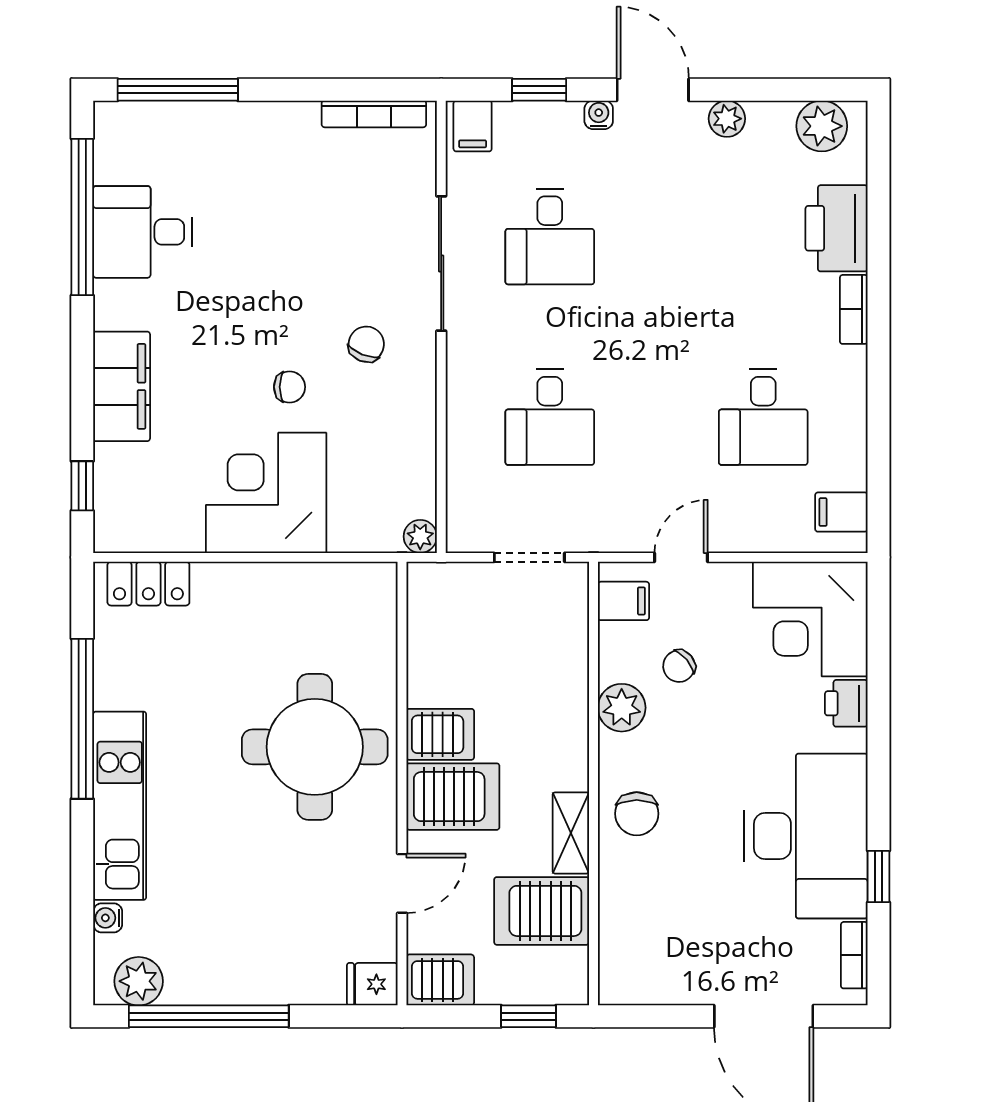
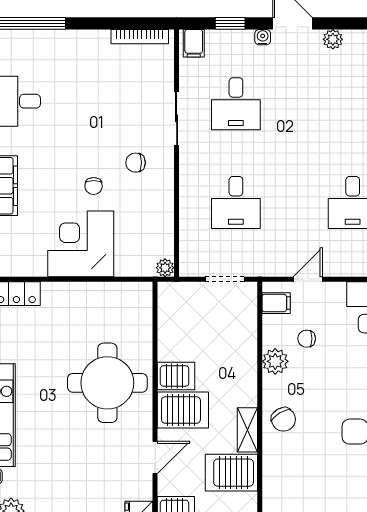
sliding door: (441, 264) -> (177, 118), width x0.73
chair: (366, 344) -> (136, 163), turned -112
chair: (289, 387) -> (94, 186), turned 90
chair: (679, 666) -> (307, 339), turned 40
chair: (637, 814) -> (283, 419), turned -31

